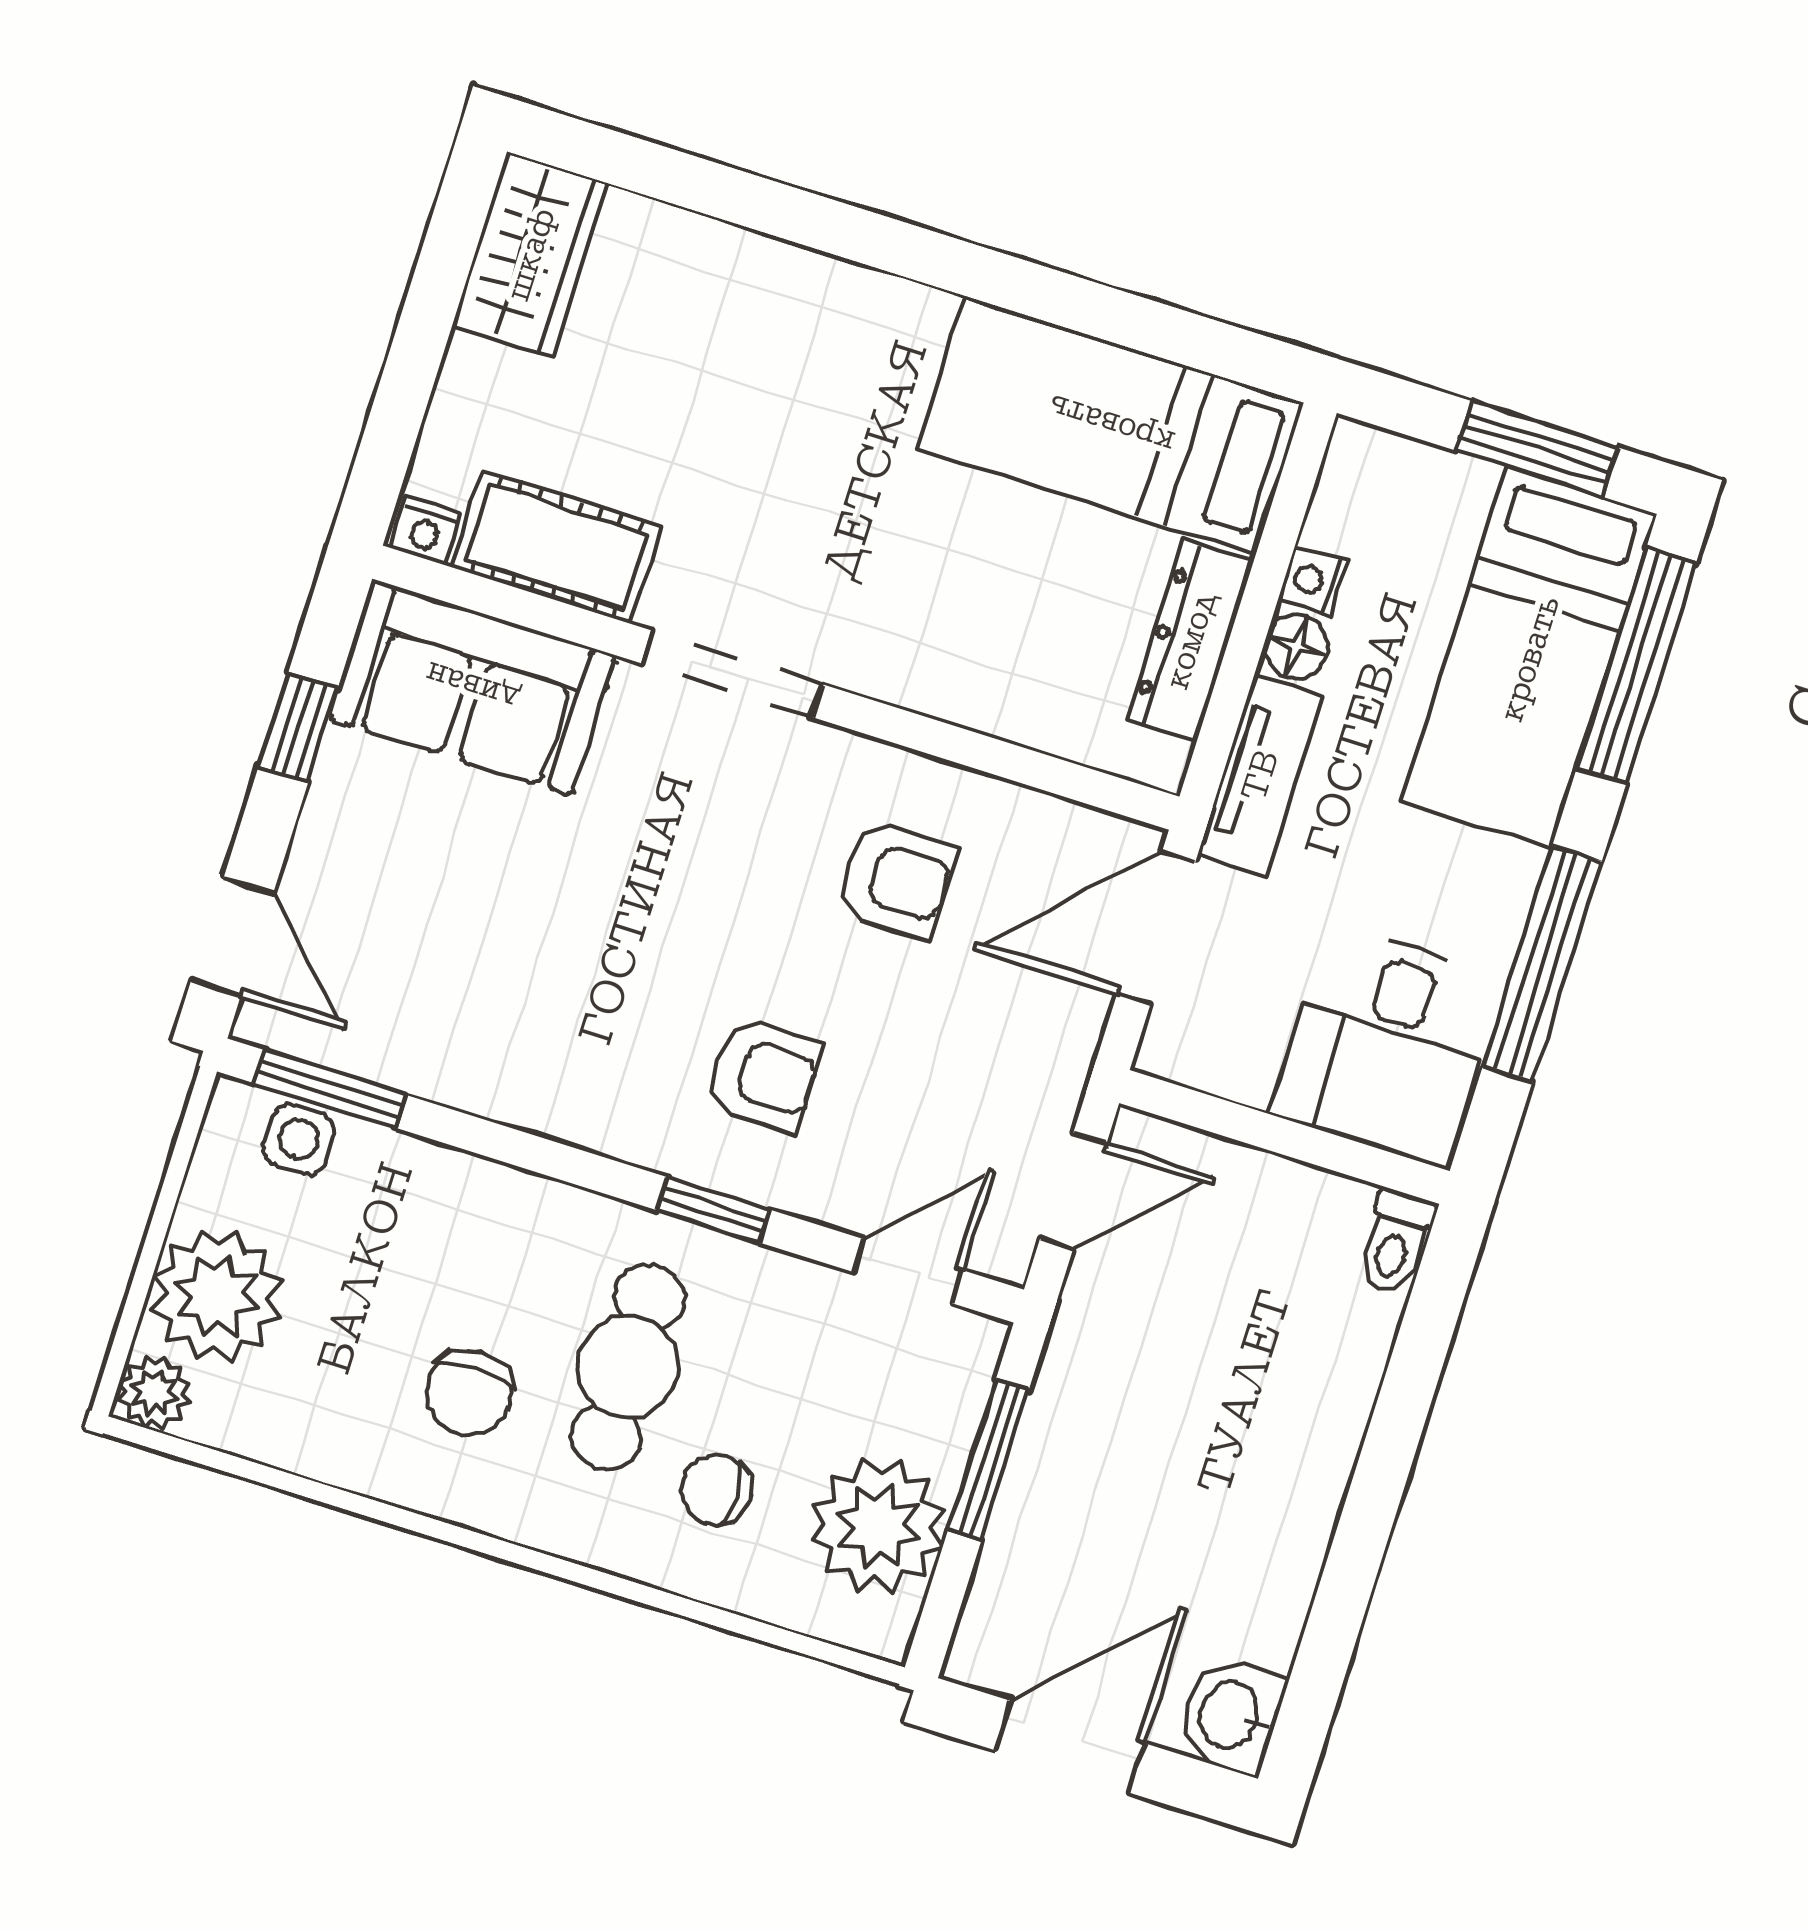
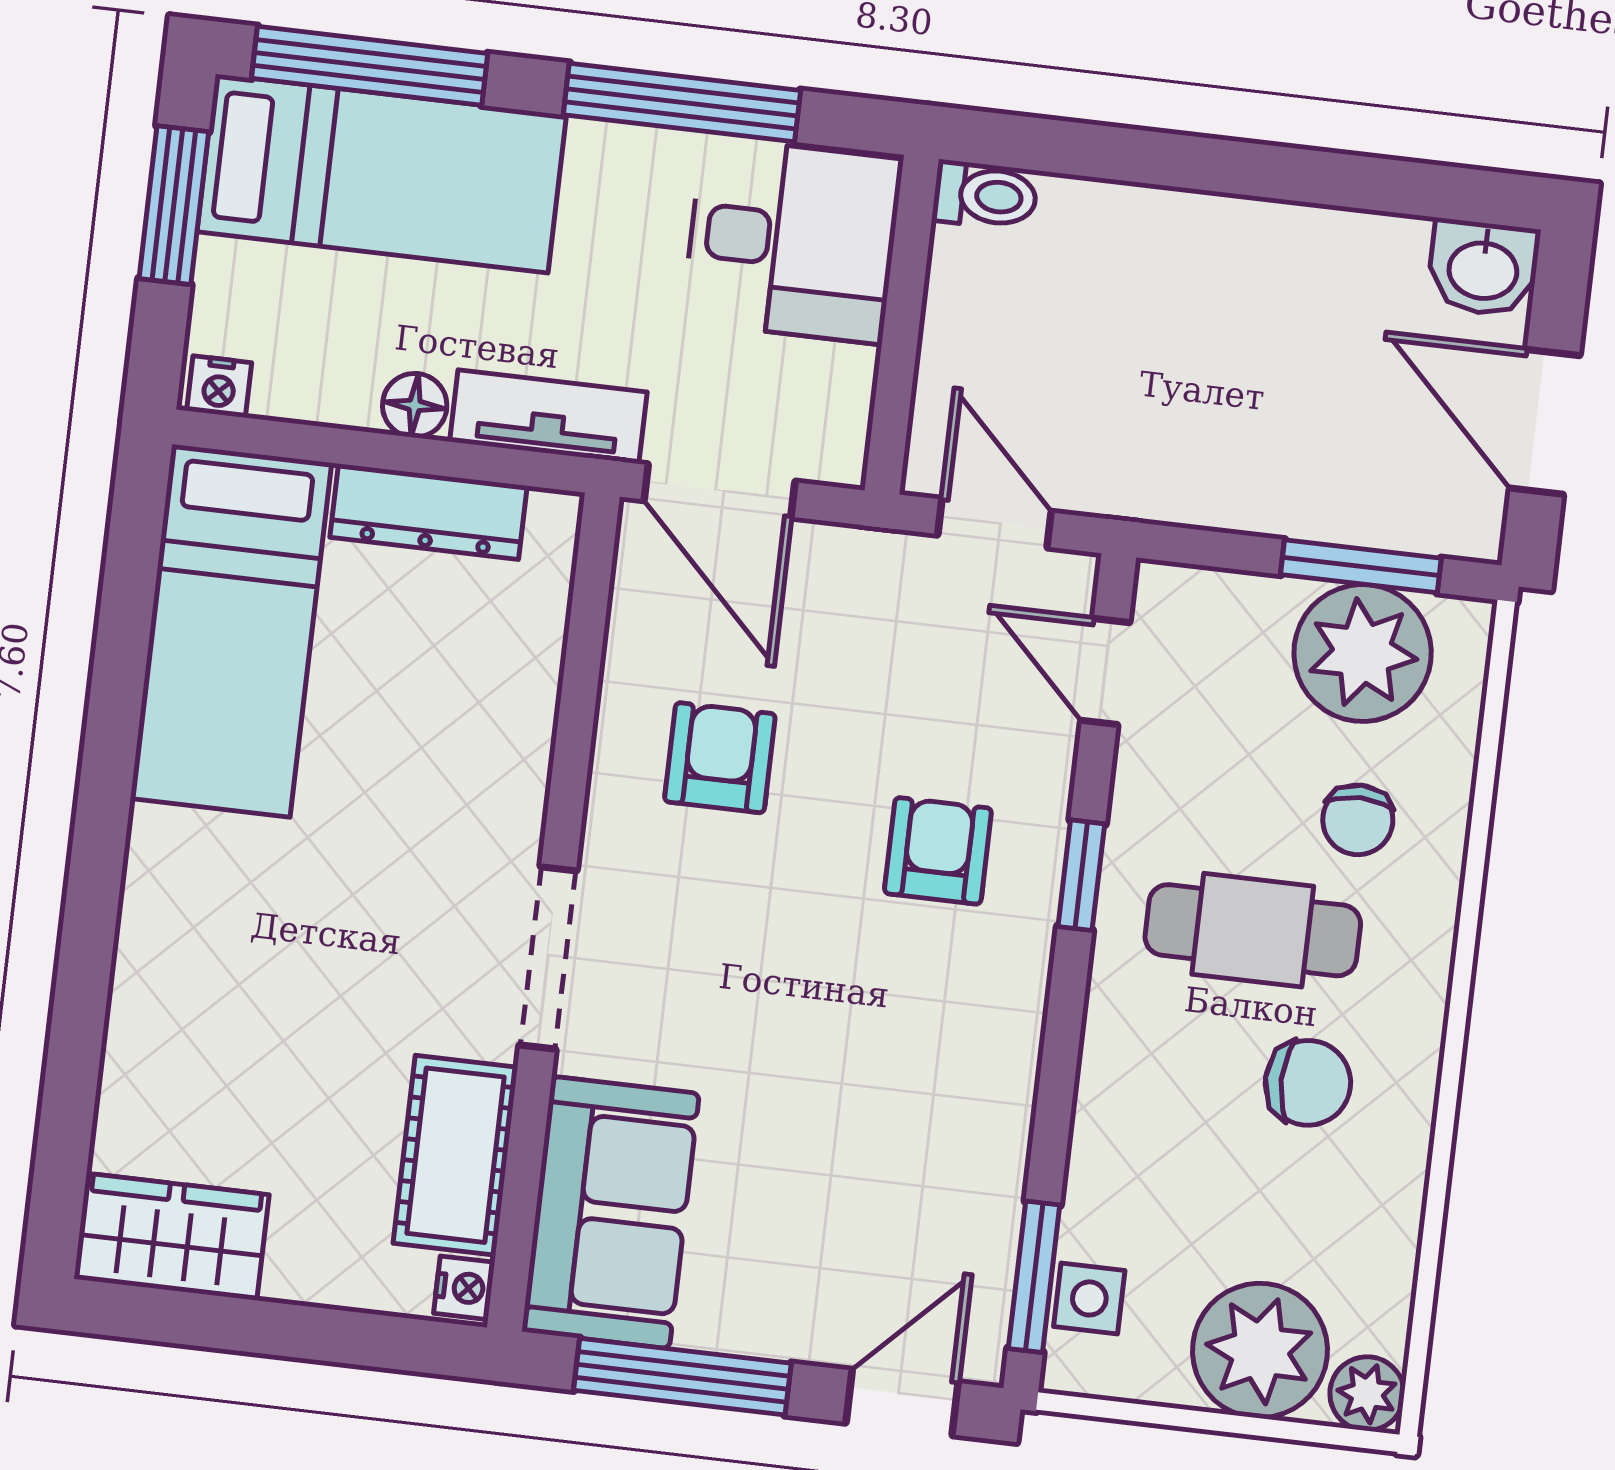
nightstand: (1313, 580) -> (219, 387), moved
window: (298, 727) -> (682, 1377), width x2.17
window: (989, 1460) -> (1361, 566), moved

